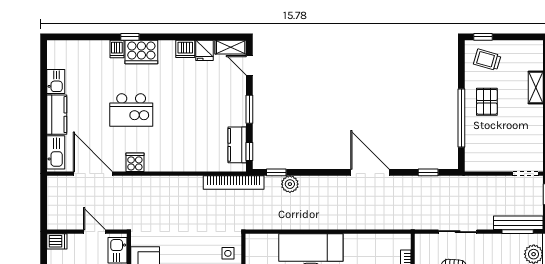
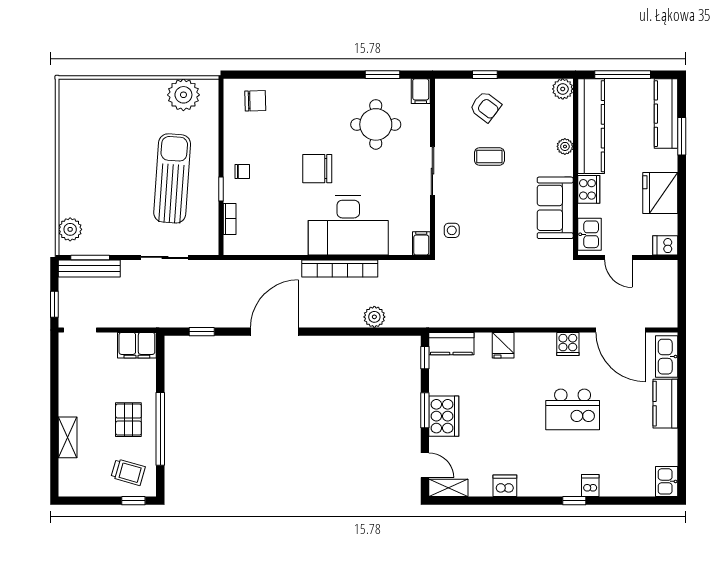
fridge: (205, 50) -> (503, 345), moved, turned 180
cooker: (141, 52) -> (444, 416), moved, turned 90
kitchen sink: (56, 81) -> (667, 481), moved
kitchen island: (131, 110) -> (573, 409), turned 180
window: (461, 118) -> (160, 429), moved
kitchen counter: (237, 145) -> (451, 344), moved, turned 90
filing cabinet: (480, 161) -> (137, 345), added
window: (276, 172) -> (391, 332), removed
door: (370, 172) -> (275, 332), swing flipped
bookcase: (234, 182) -> (340, 268), moved, turned 180
filing cabinet: (252, 243) -> (421, 243), added

